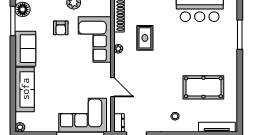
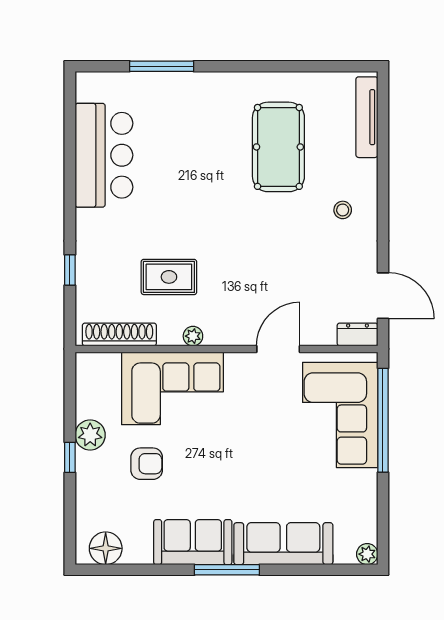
window: (13, 21) -> (227, 570), moved

